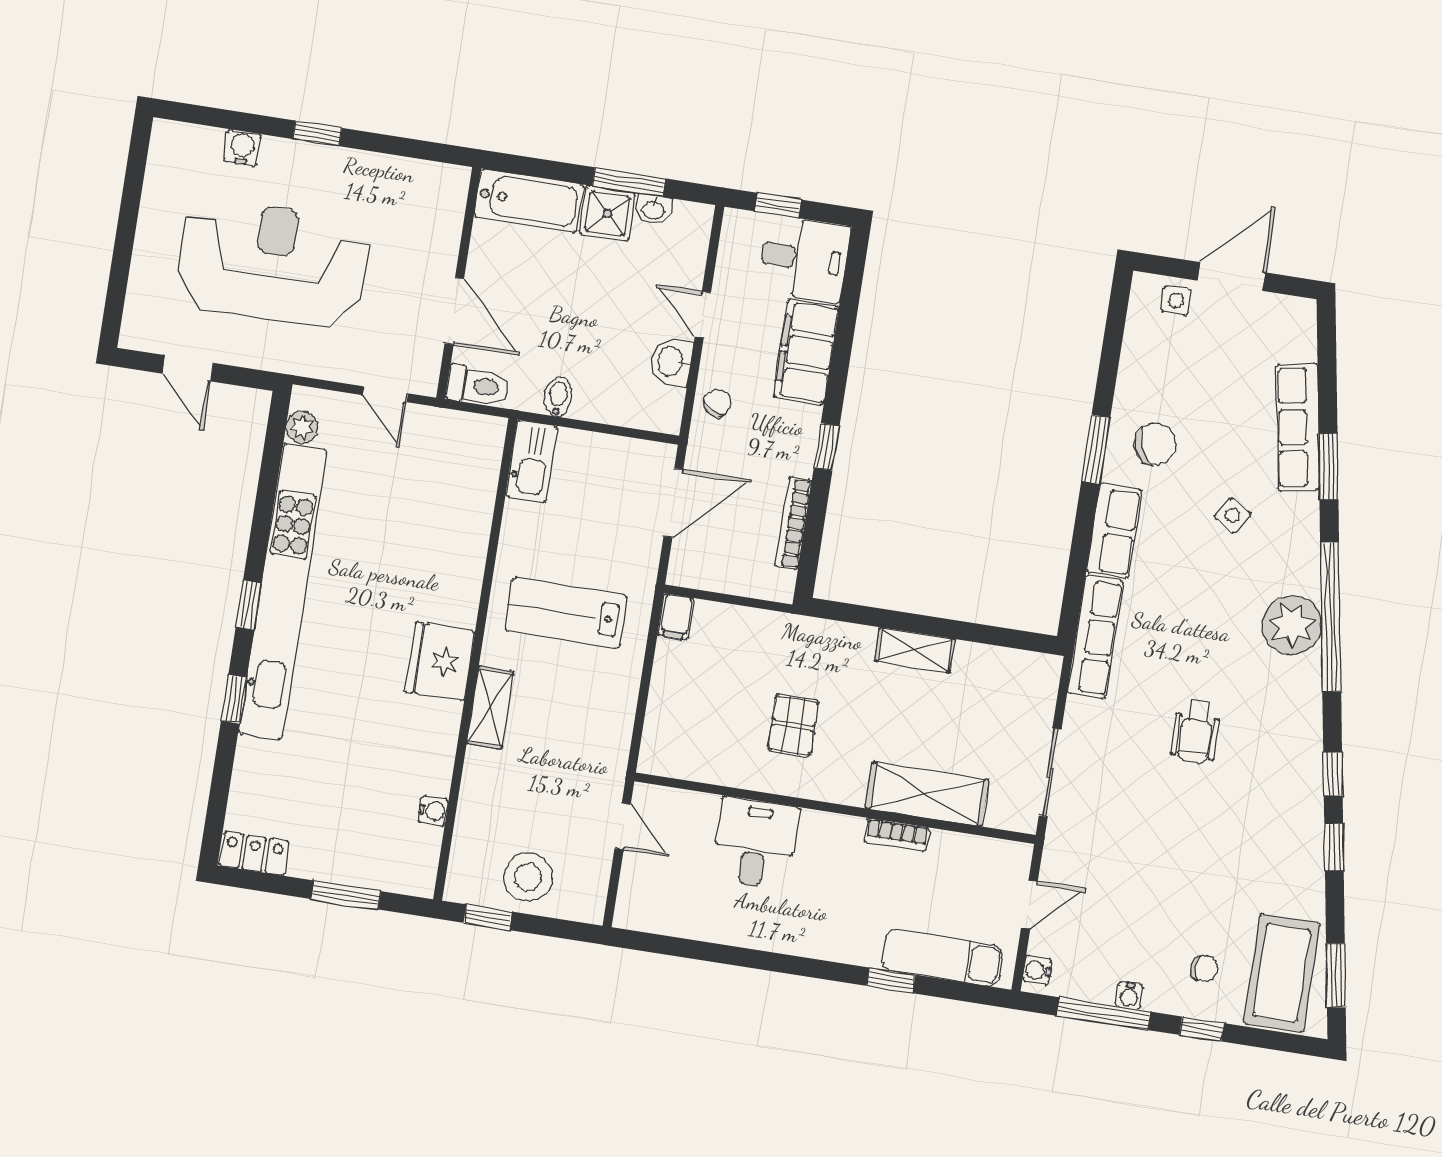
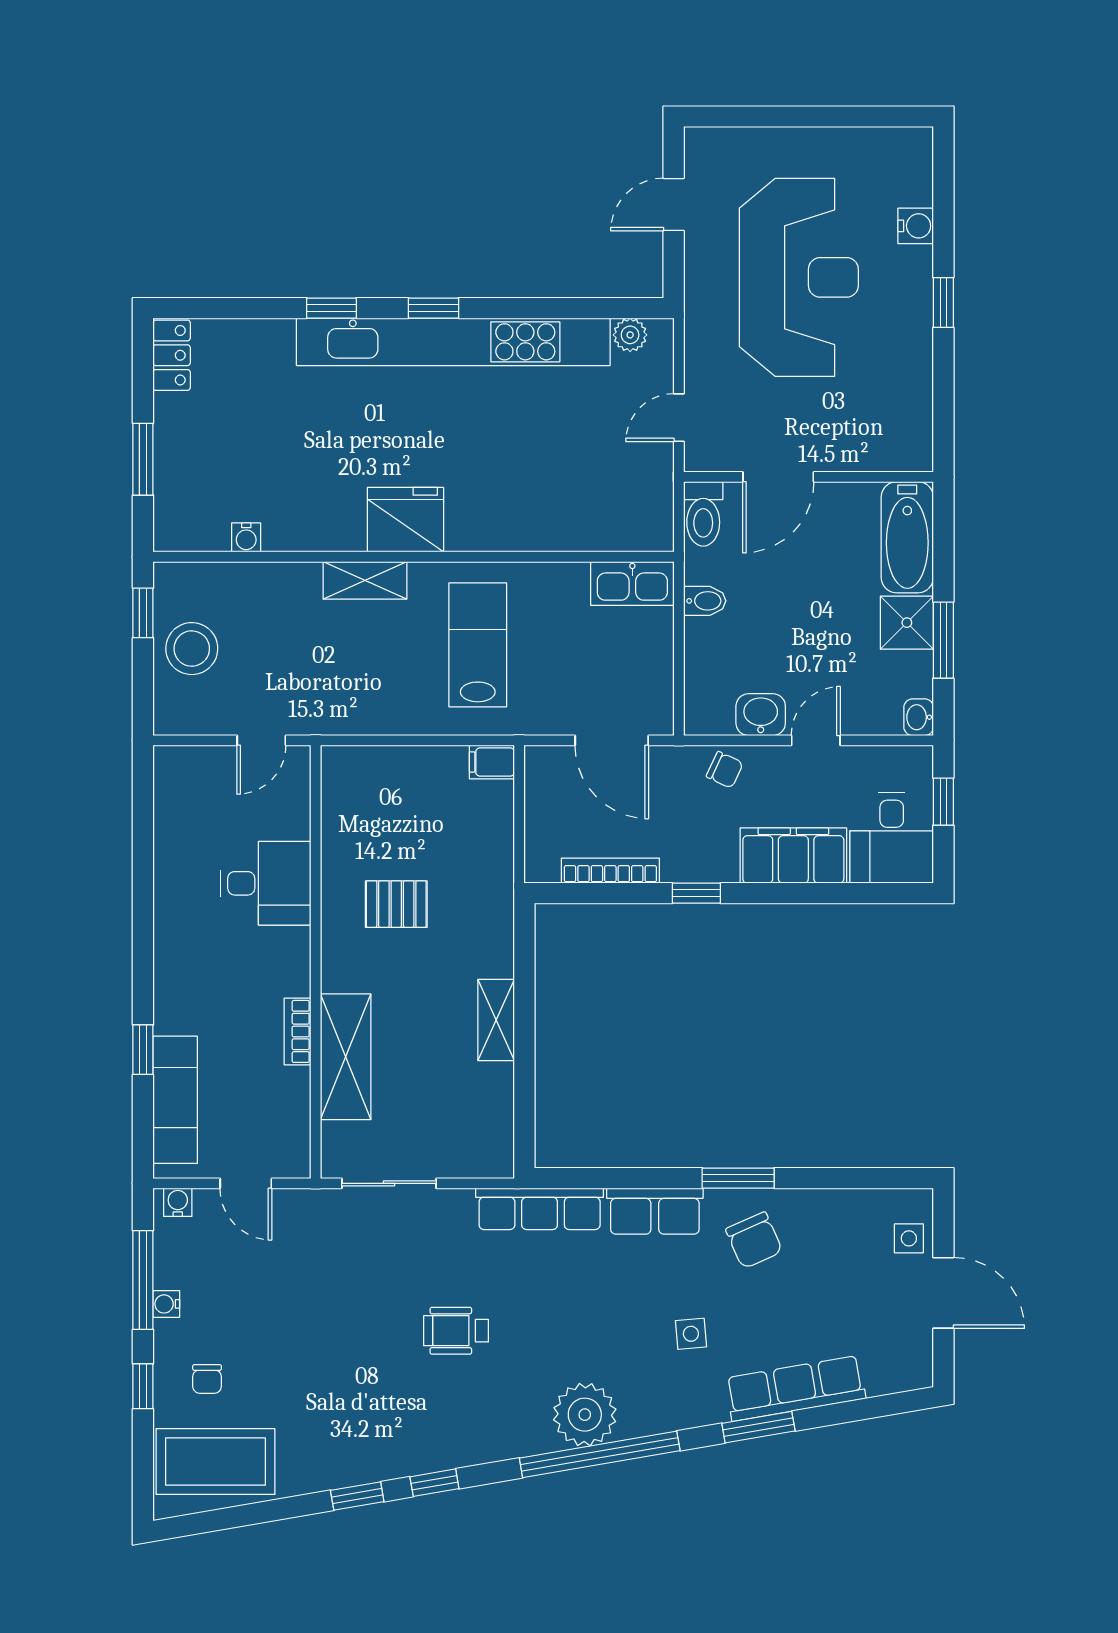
washbasin: (653, 210) -> (919, 717), moved
side table: (1233, 516) -> (691, 1334), turned -36
window: (1336, 975) -> (222, 1519), removed

